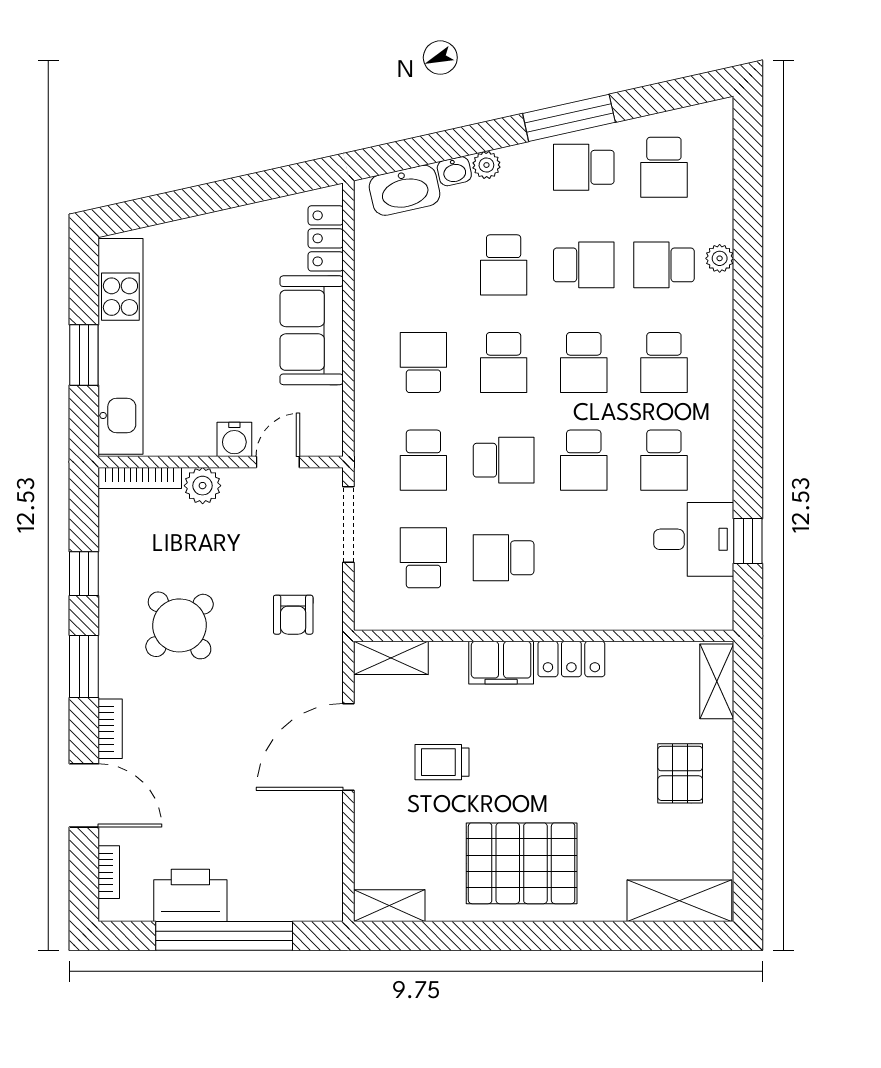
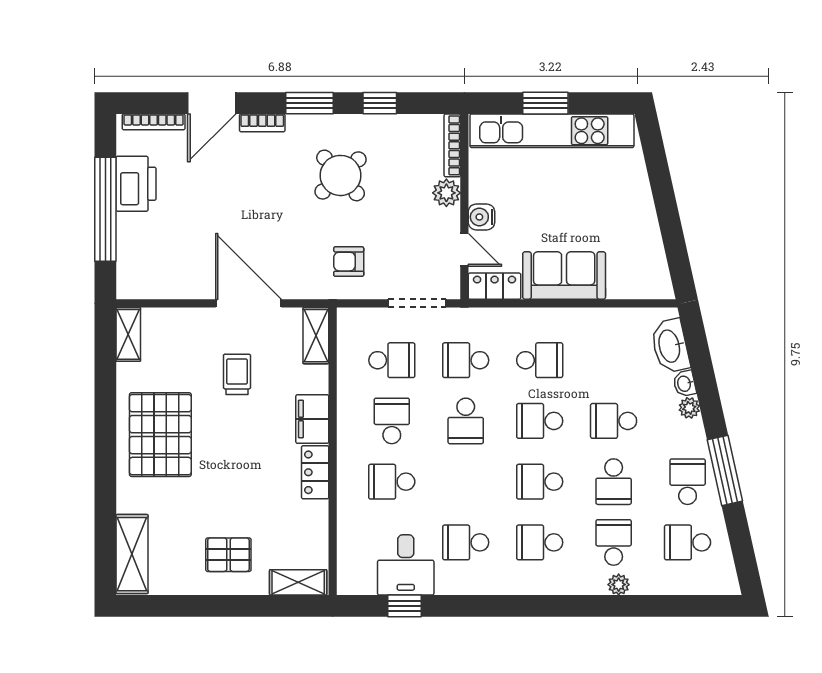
locker: (326, 238) -> (495, 286), moved
school desk: (584, 460) -> (392, 482), moved
bookcase: (109, 872) -> (154, 122), width x1.56

